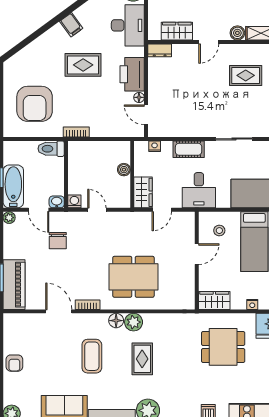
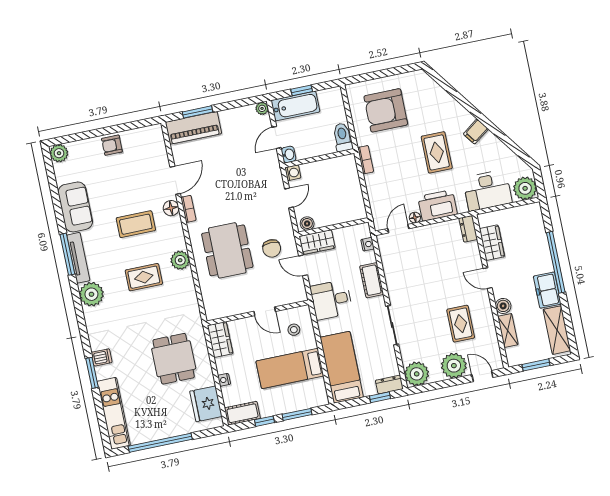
boiler: (124, 170) -> (307, 224), moved
chair: (58, 241) -> (272, 248), moved, turned -90
floor lamp: (116, 321) -> (171, 208), moved

